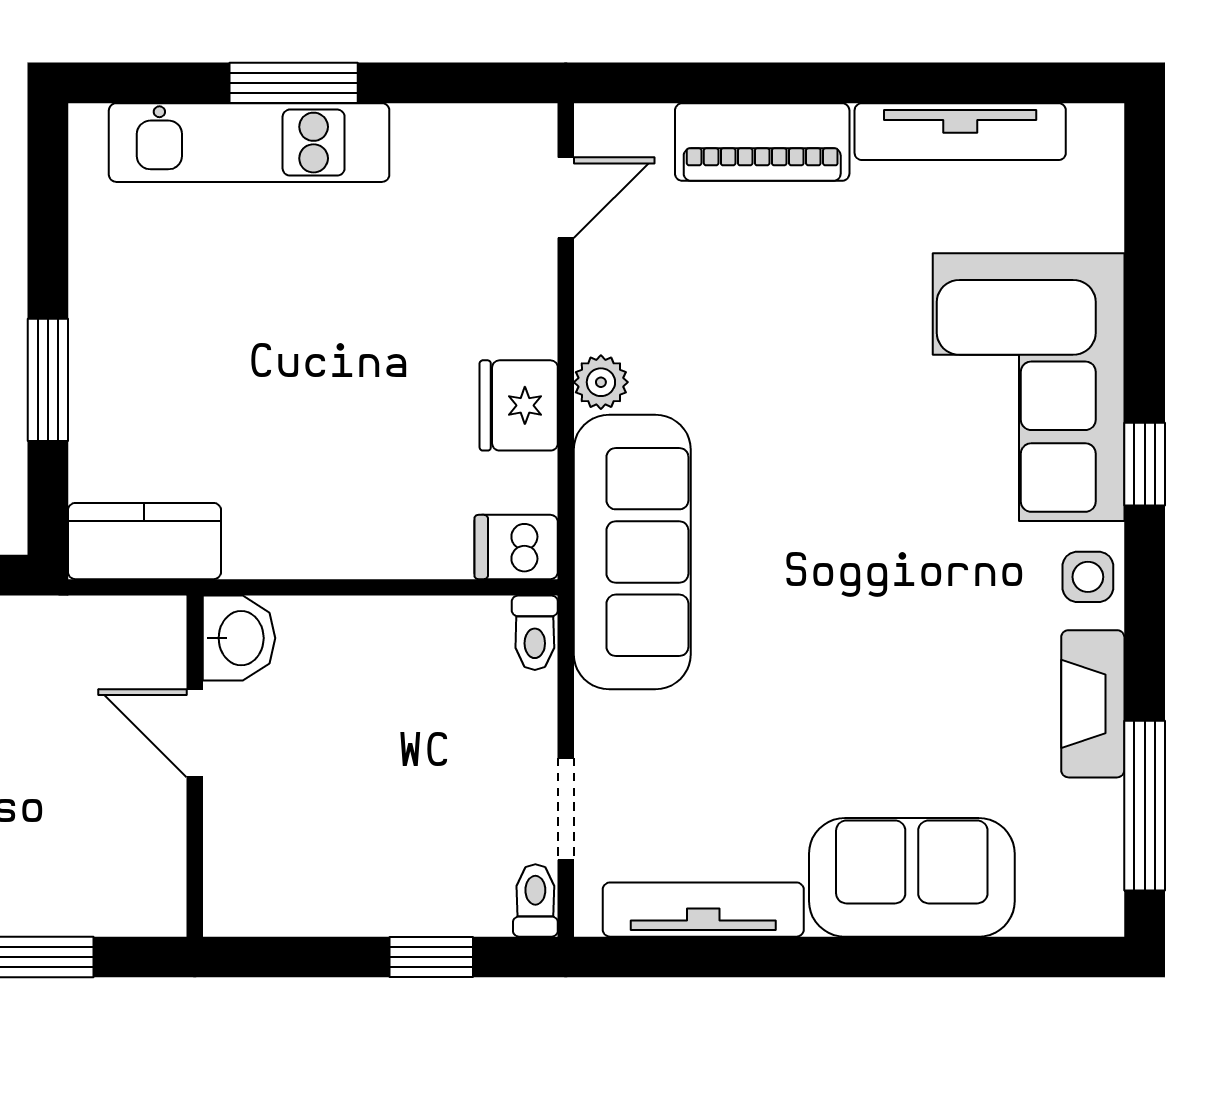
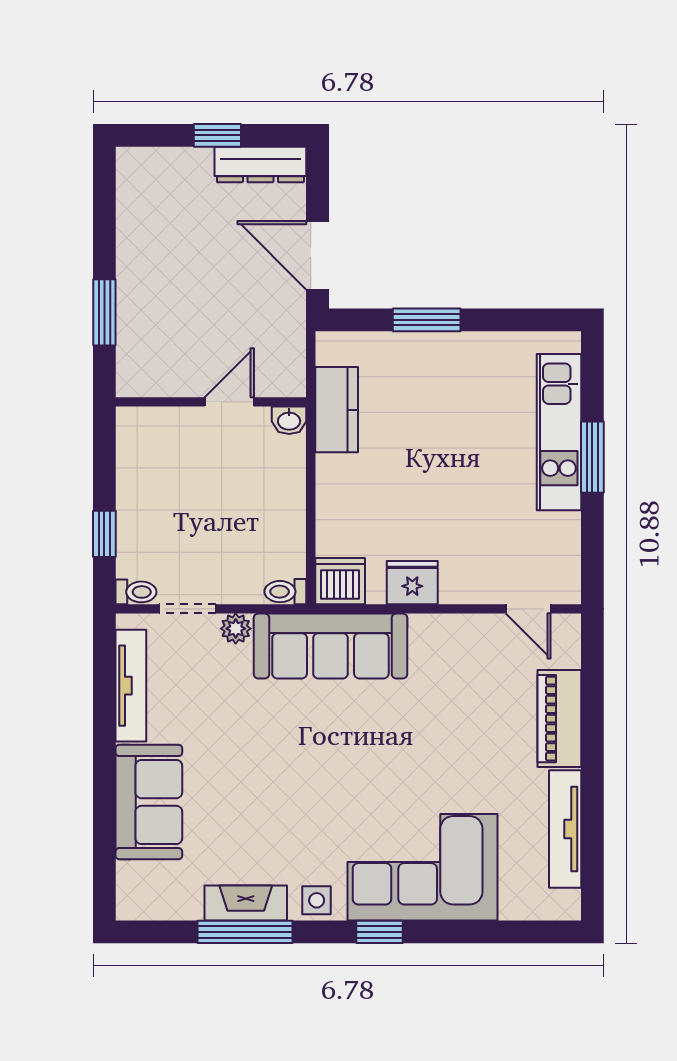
plant: (601, 382) -> (236, 629), moved
kitchen counter: (144, 541) -> (337, 410), moved
dishwasher: (516, 547) -> (340, 581), width x1.38
washbasin: (239, 638) -> (289, 420), width x0.72, depth x0.69
window: (1145, 806) -> (245, 932), moved

